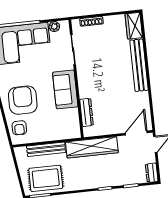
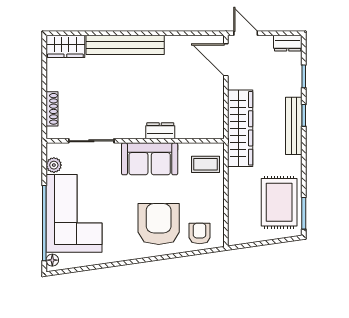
armchair: (23, 100) -> (159, 224), turned 90
dresser: (86, 112) -> (160, 131), moved, width x0.70
coffee table: (66, 127) -> (206, 164), added
armchair: (19, 128) -> (200, 234), turned -90
bench: (46, 149) -> (294, 126), moved

